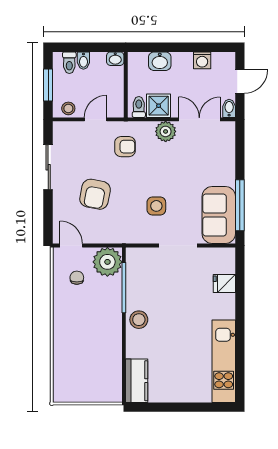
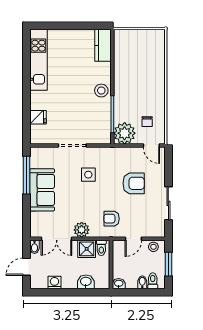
armchair: (95, 194) -> (134, 183), turned 79
sofa: (219, 215) -> (42, 190), moved

